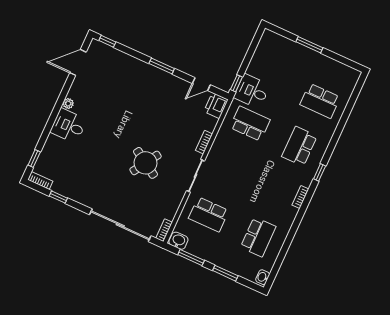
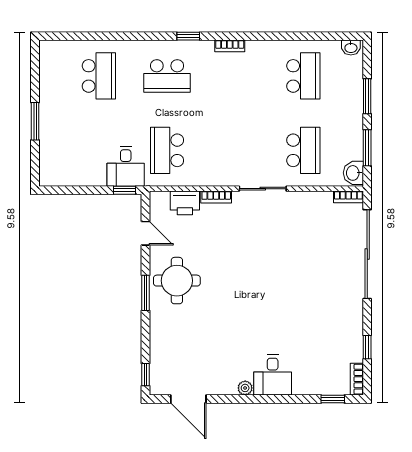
printer: (216, 106) -> (185, 203), moved
round table: (146, 163) -> (177, 281), moved, turned -32
school desk: (258, 237) -> (303, 76), turned 90

